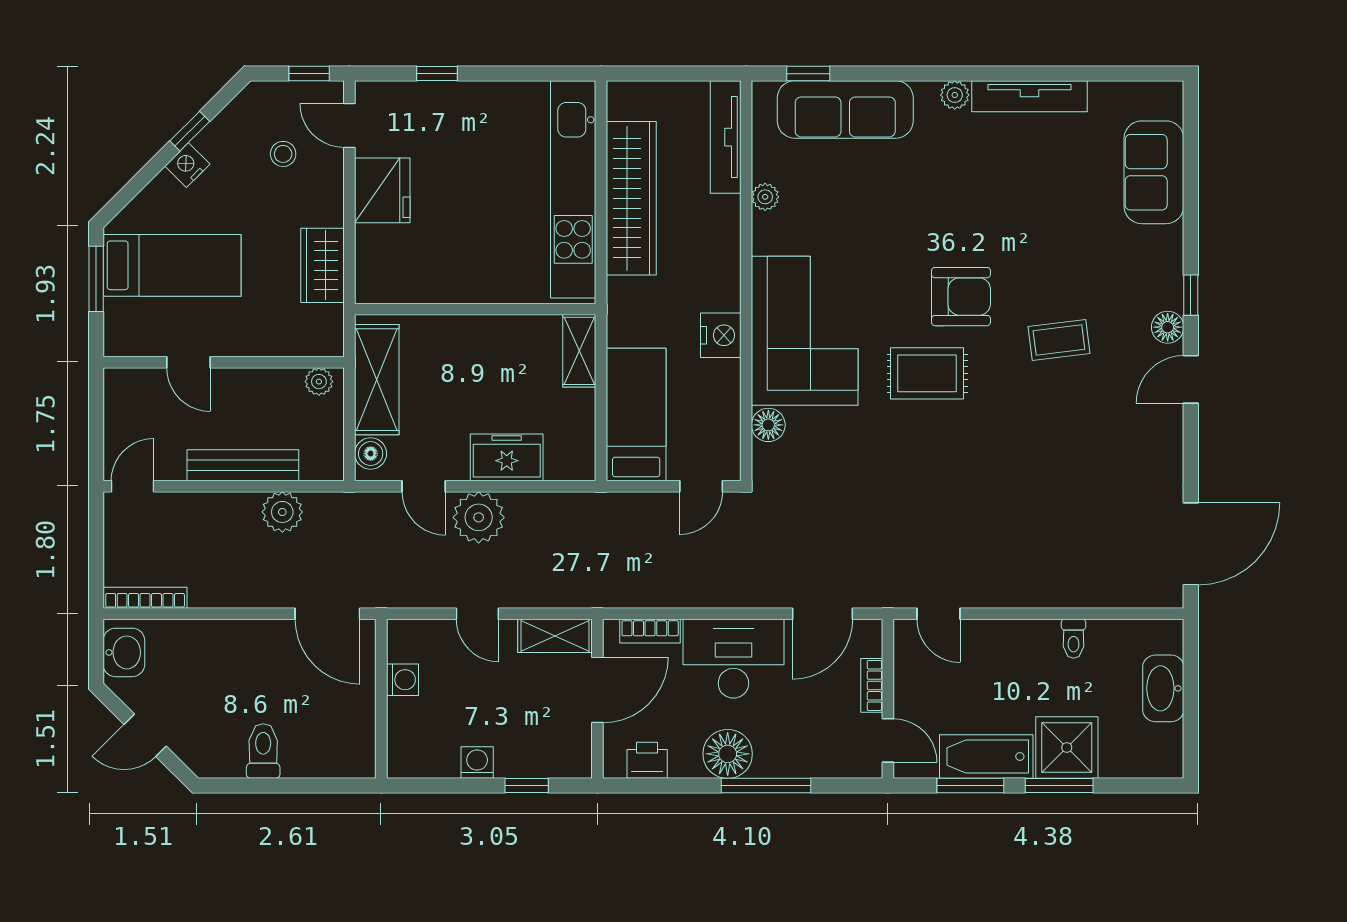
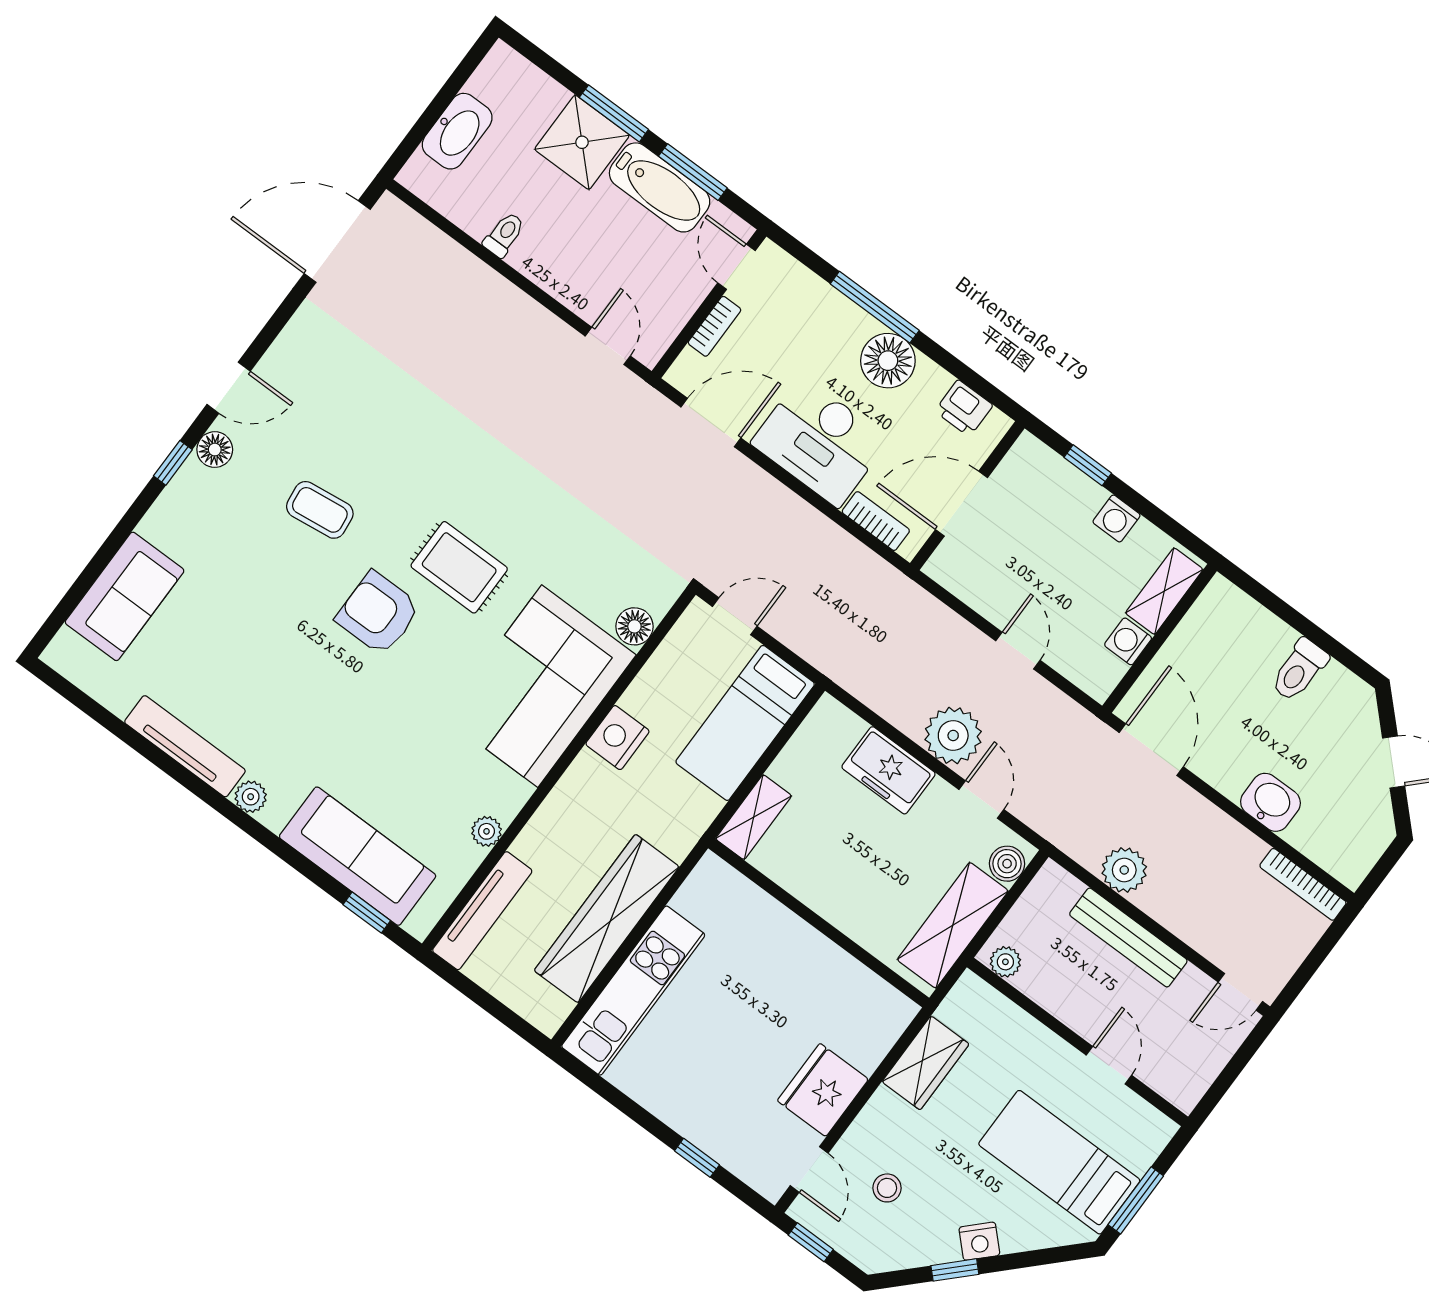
kitchen unit: (573, 189) -> (633, 991), width x0.73
shelving: (555, 636) -> (1164, 591), moved, turned 90
washbasin: (124, 652) -> (1270, 802), moved, turned 90

